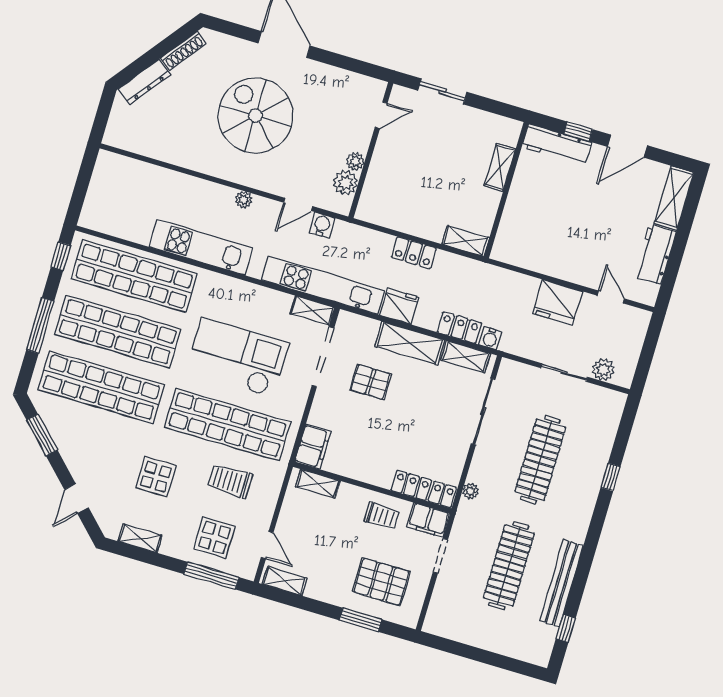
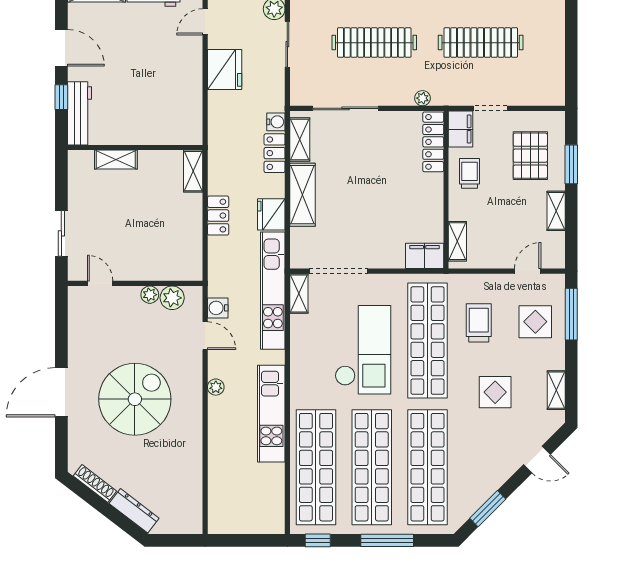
spiral stairs: (255, 116) -> (135, 399), turned 180
checkout: (237, 357) -> (363, 350), turned 180
pallet: (370, 382) -> (349, 220), removed
trolley: (230, 481) -> (479, 323), turned 180
shelving: (285, 581) -> (556, 211), moved

